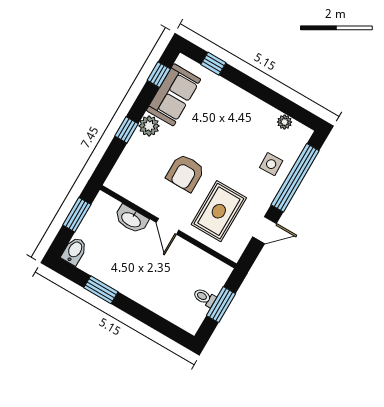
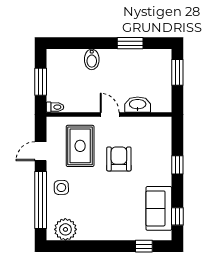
plant: (285, 122) -> (65, 229), width x1.88, depth x1.88
plant: (149, 126) -> (163, 177), removed
side table: (271, 164) -> (61, 188), moved
window: (77, 215) -> (177, 72), moved
bidet: (74, 251) -> (92, 59), moved
toilet: (205, 297) -> (55, 107), moved

